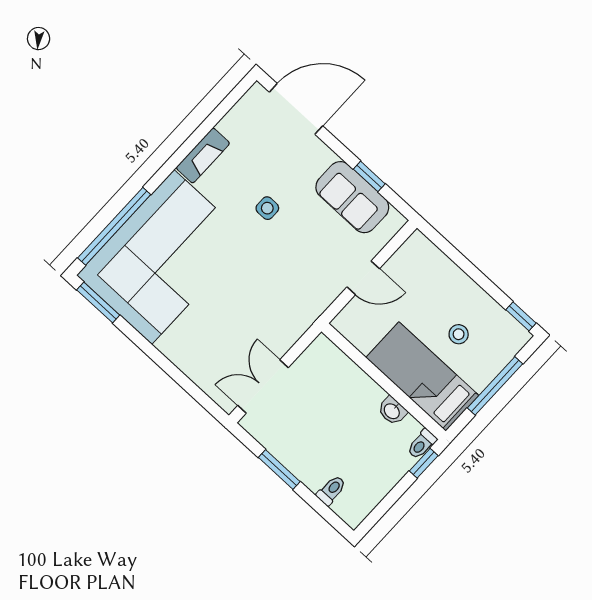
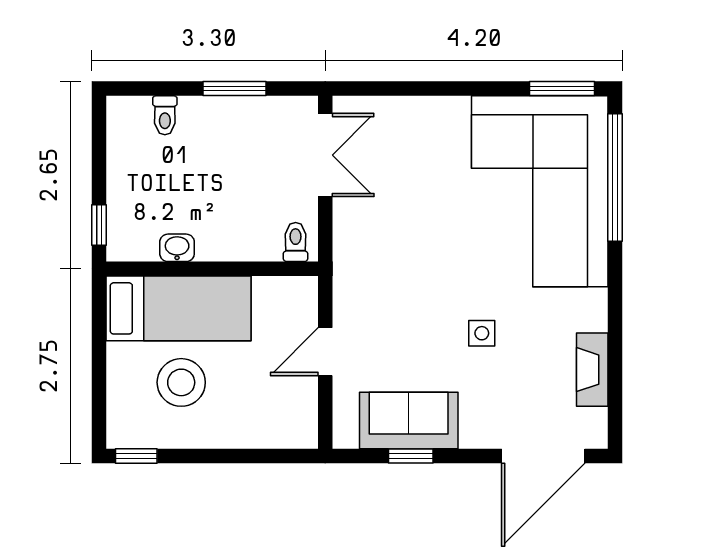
fireplace: (203, 156) -> (592, 370), moved
stool: (459, 334) -> (181, 382), width x1.89, depth x1.89
window: (495, 386) -> (99, 365), removed
toilet: (422, 444) -> (296, 242), moved

